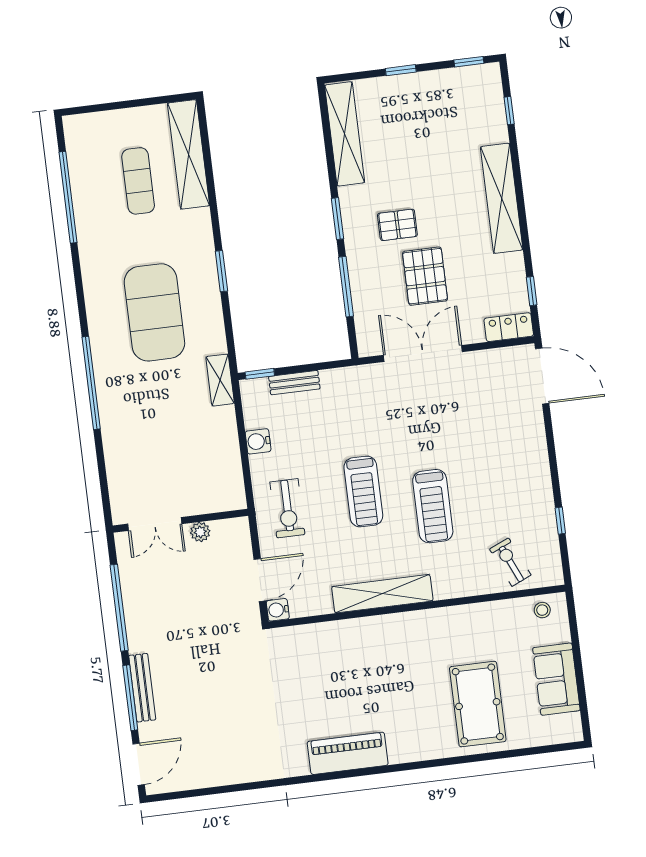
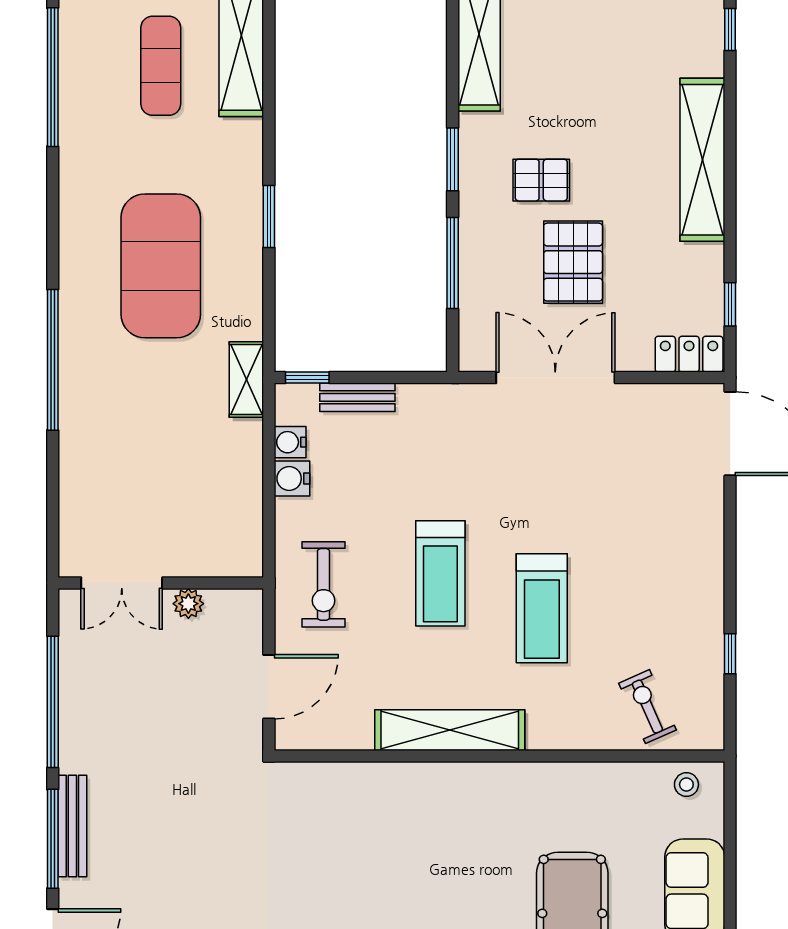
water cooler: (278, 610) -> (290, 442), moved

